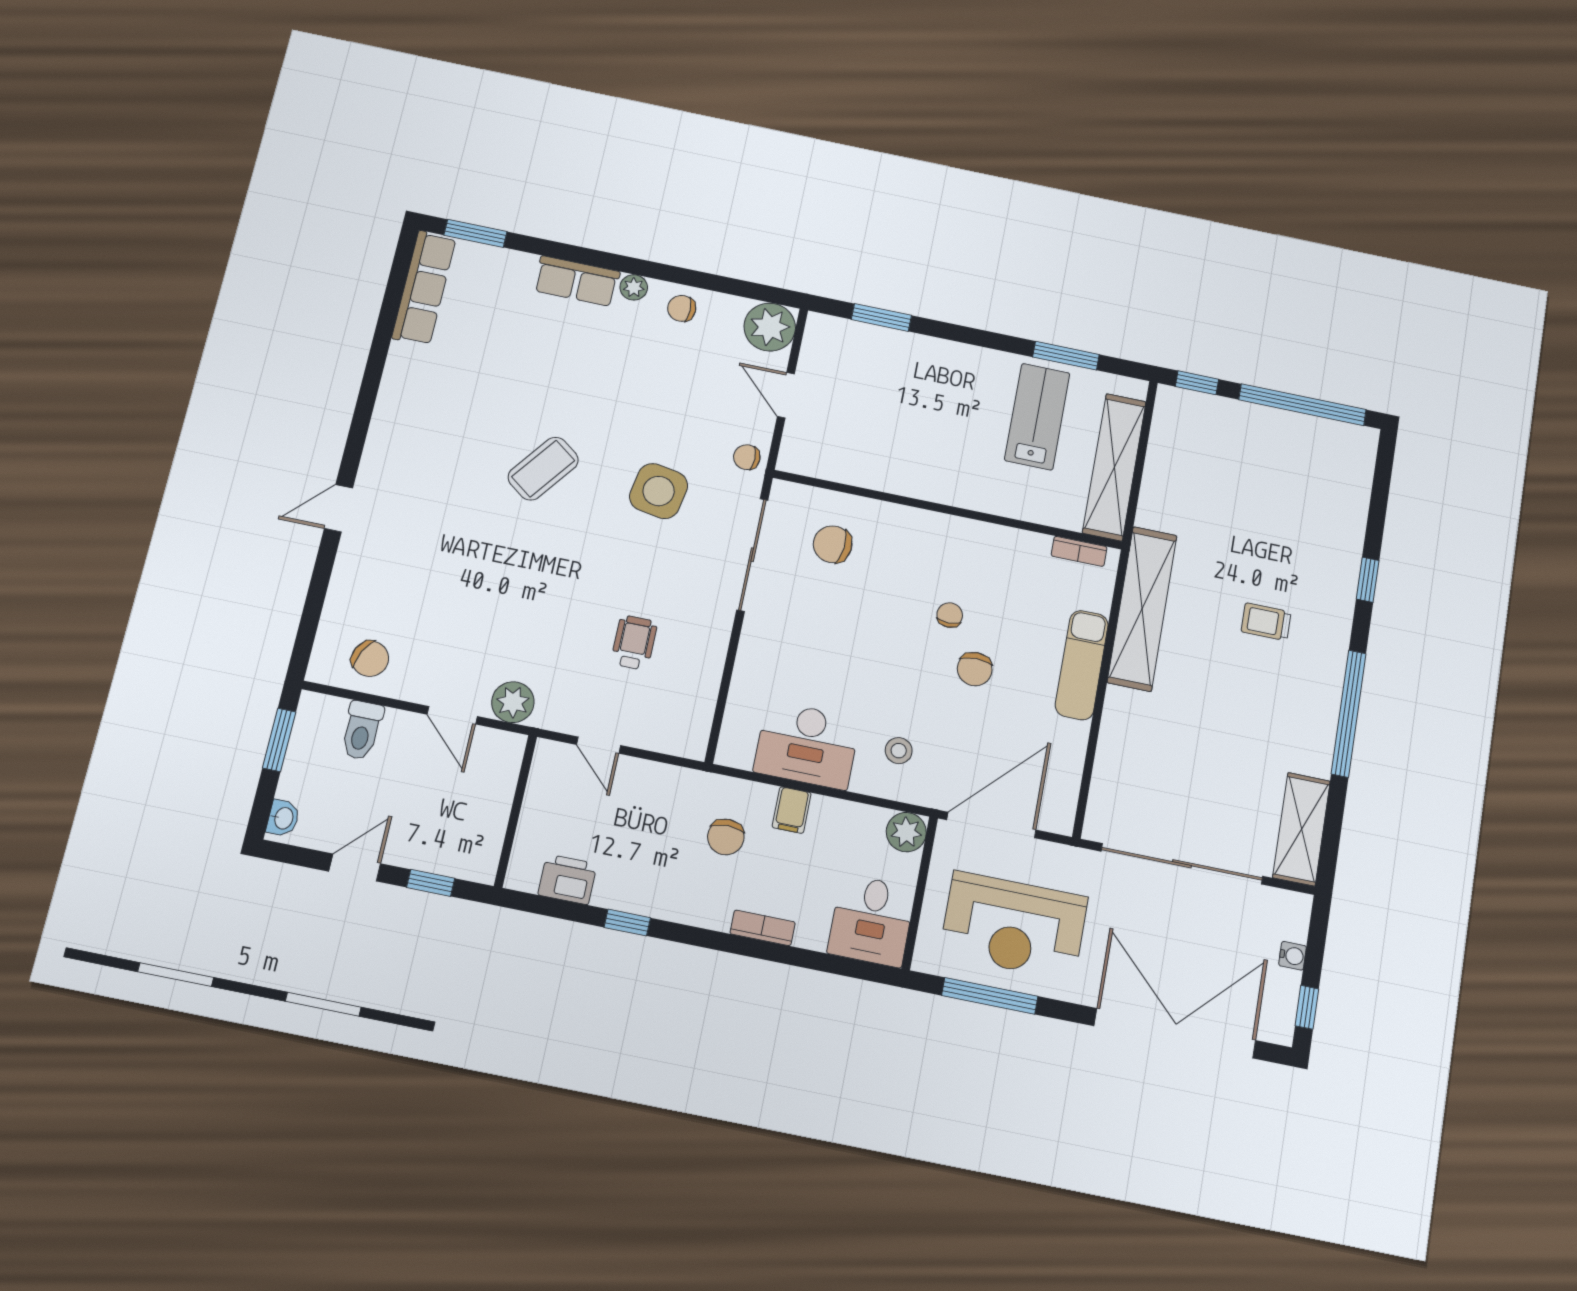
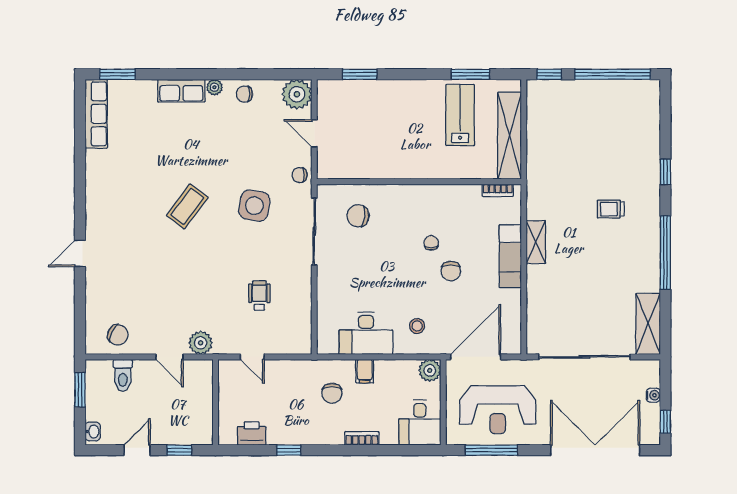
shelving: (1142, 609) -> (536, 242), width x0.45, depth x0.75

